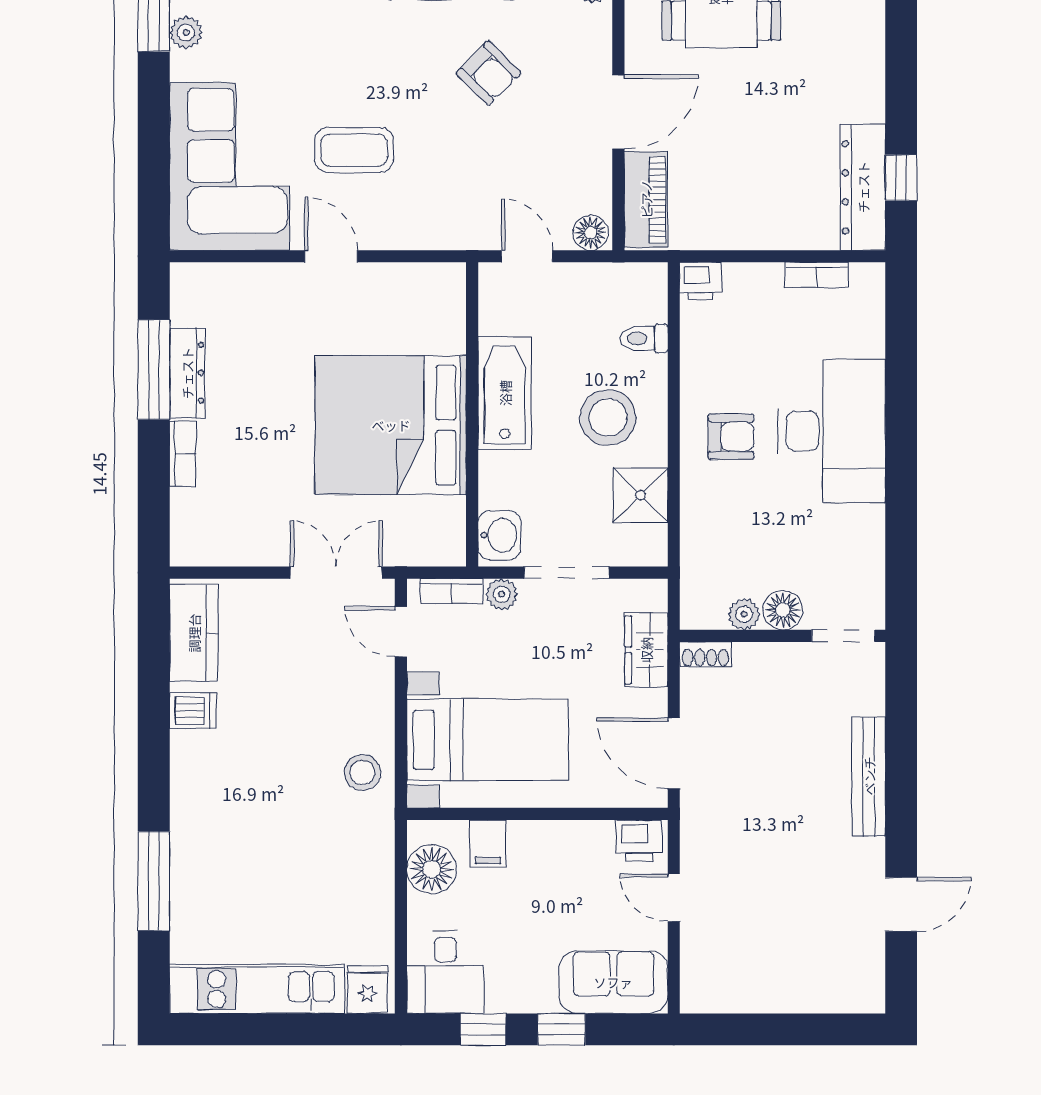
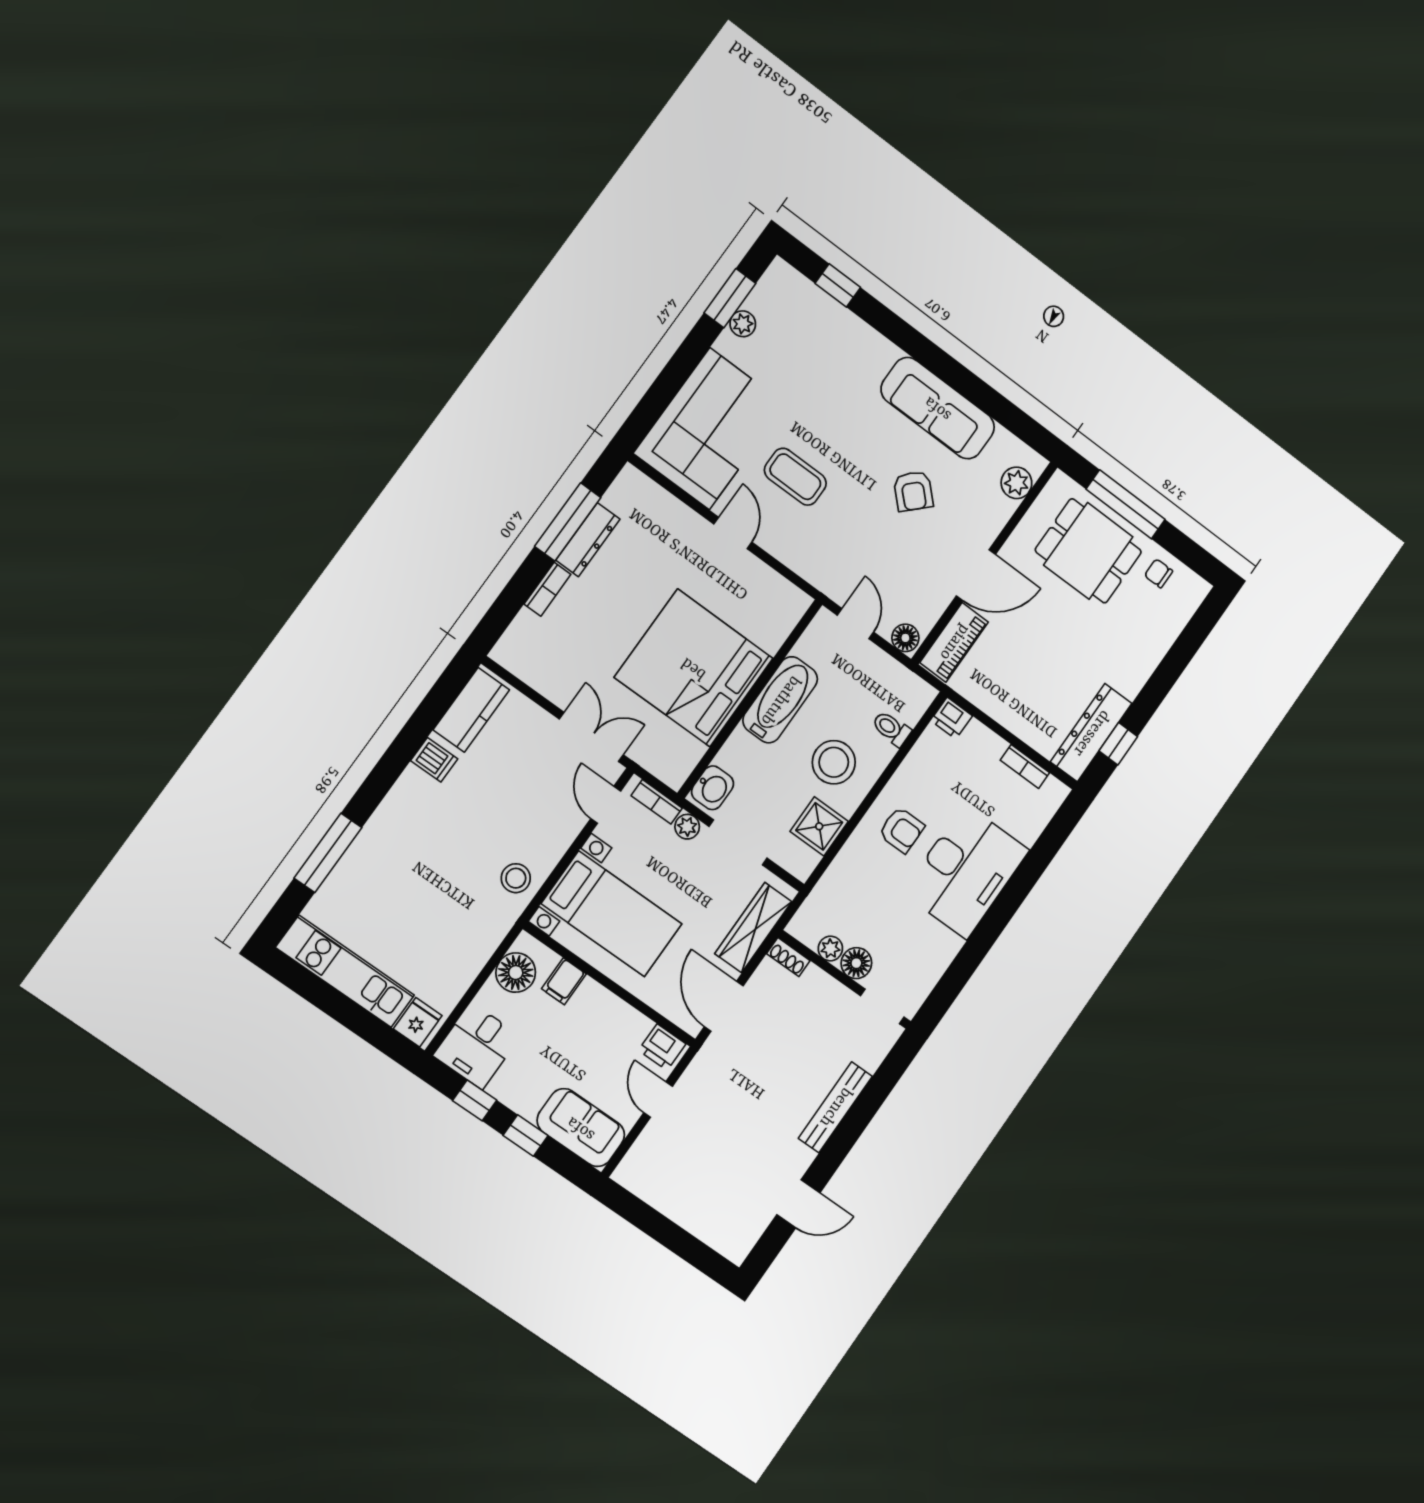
wardrobe: (646, 650) -> (753, 928), width x1.50

